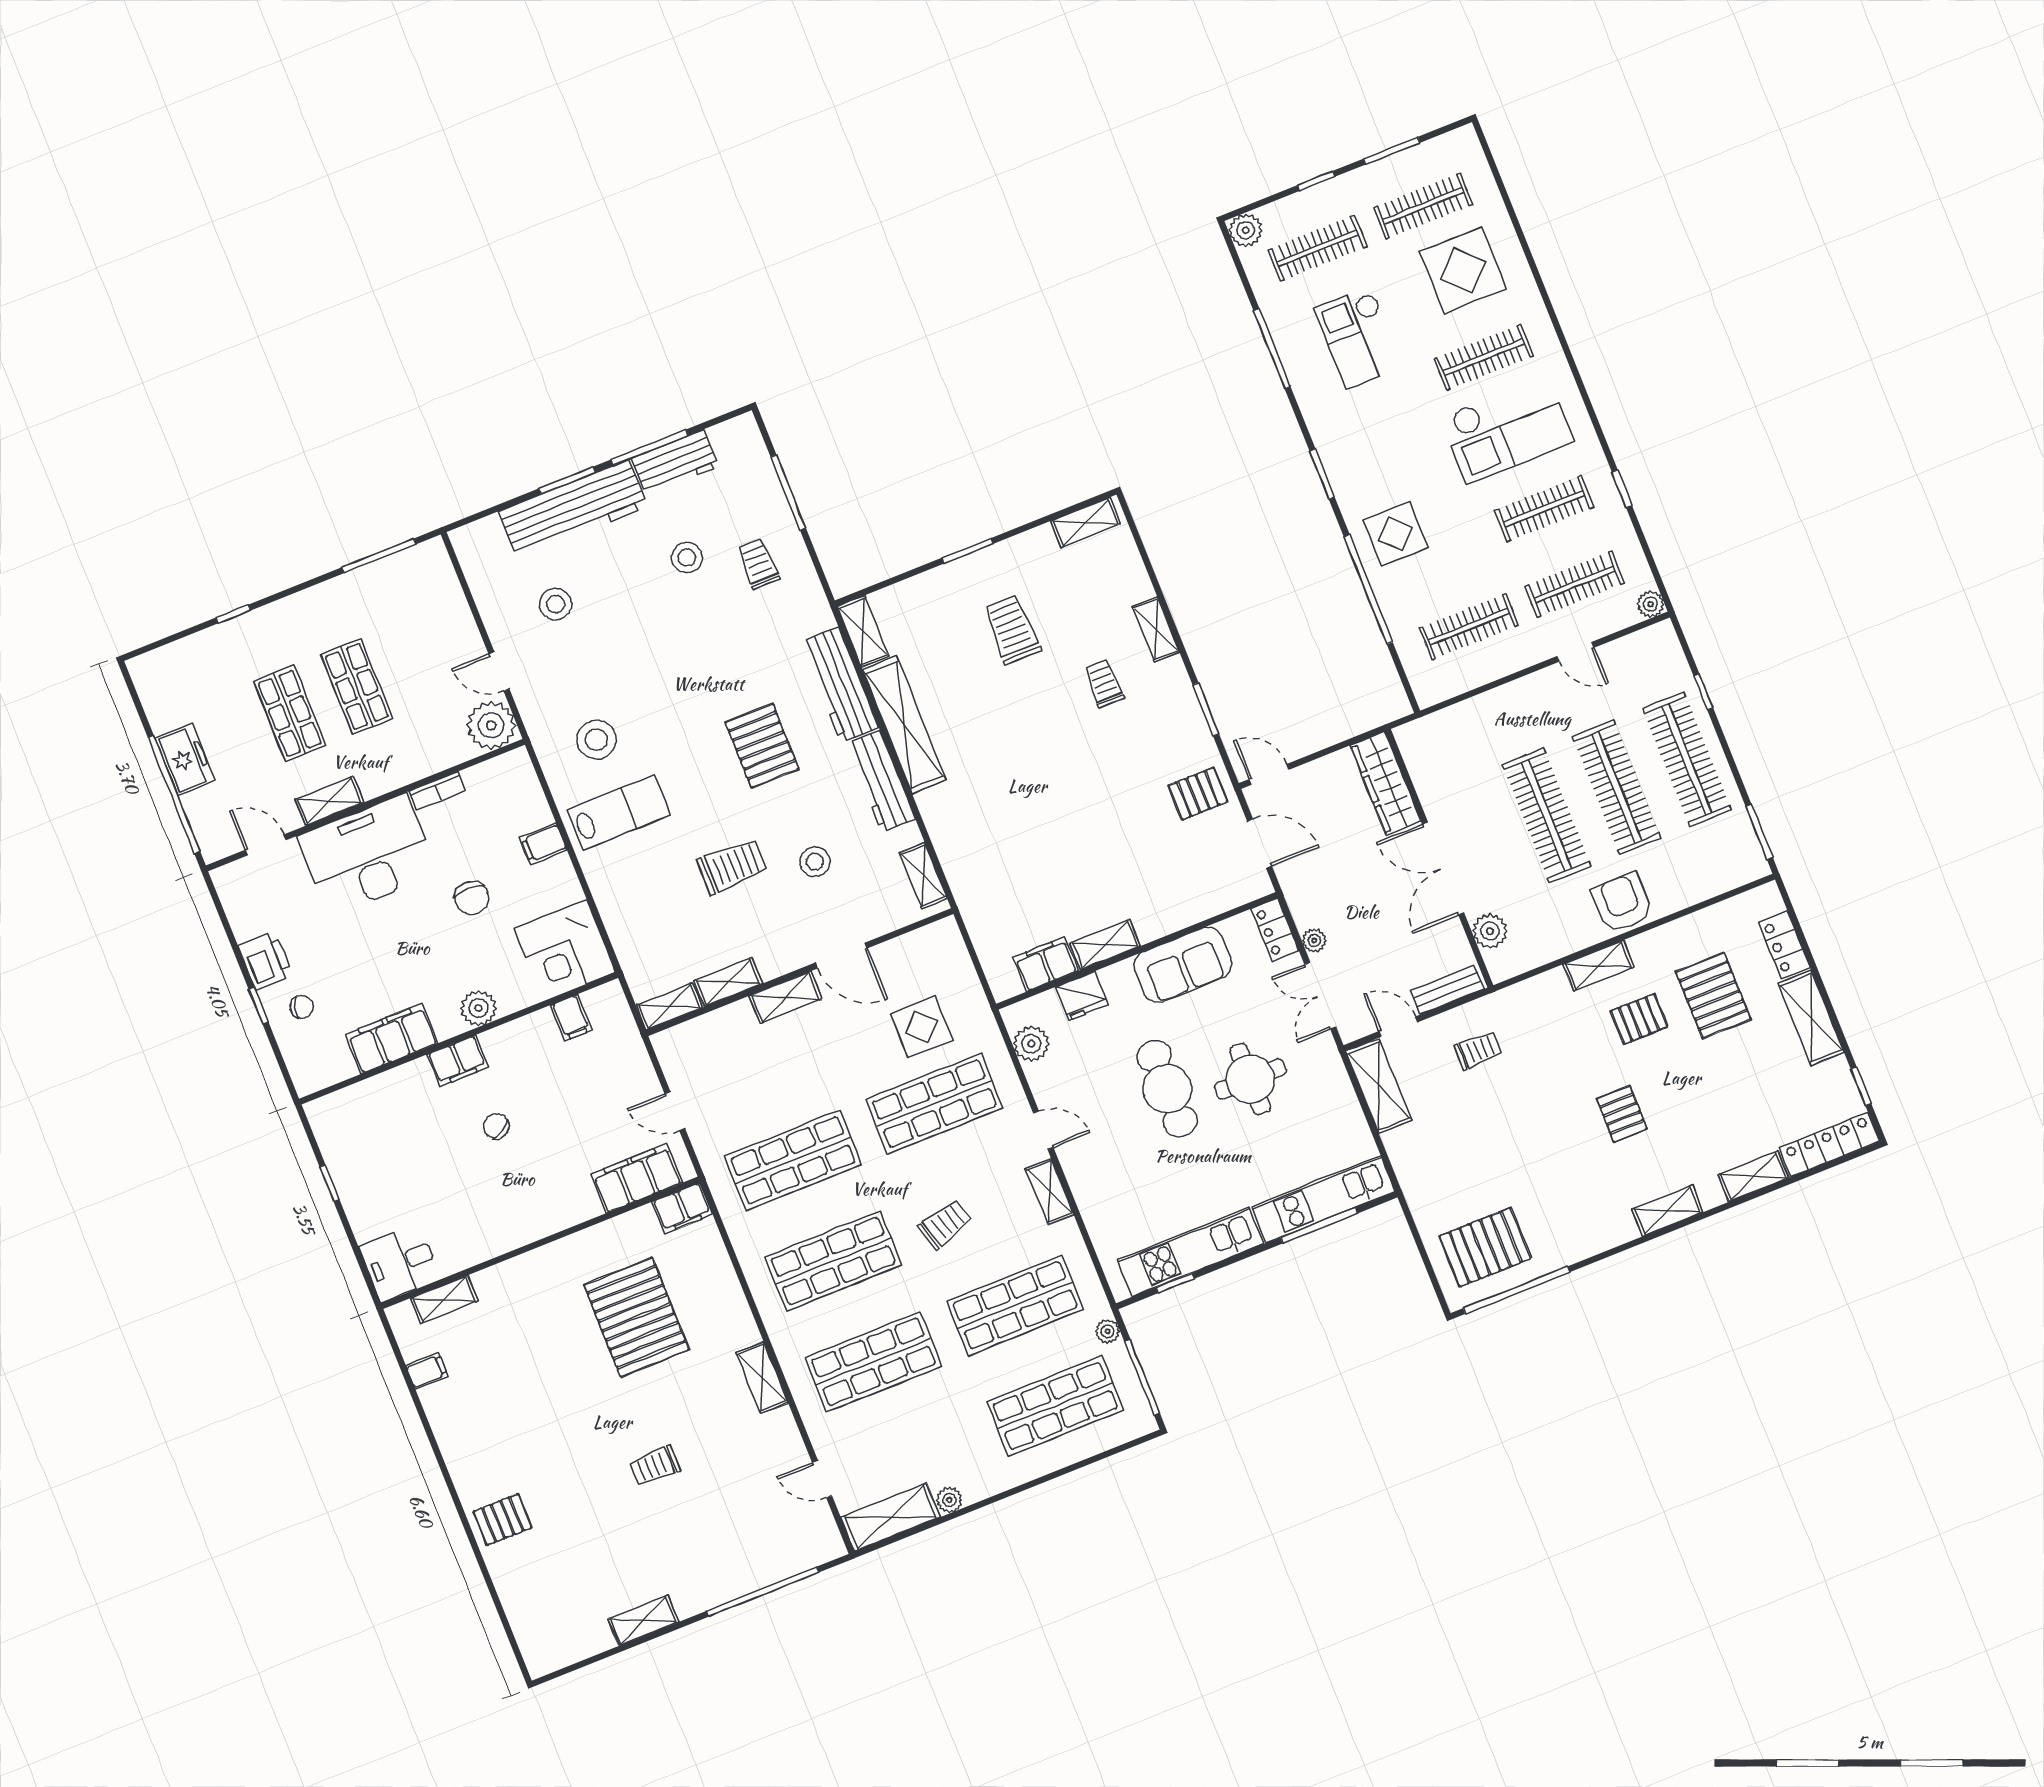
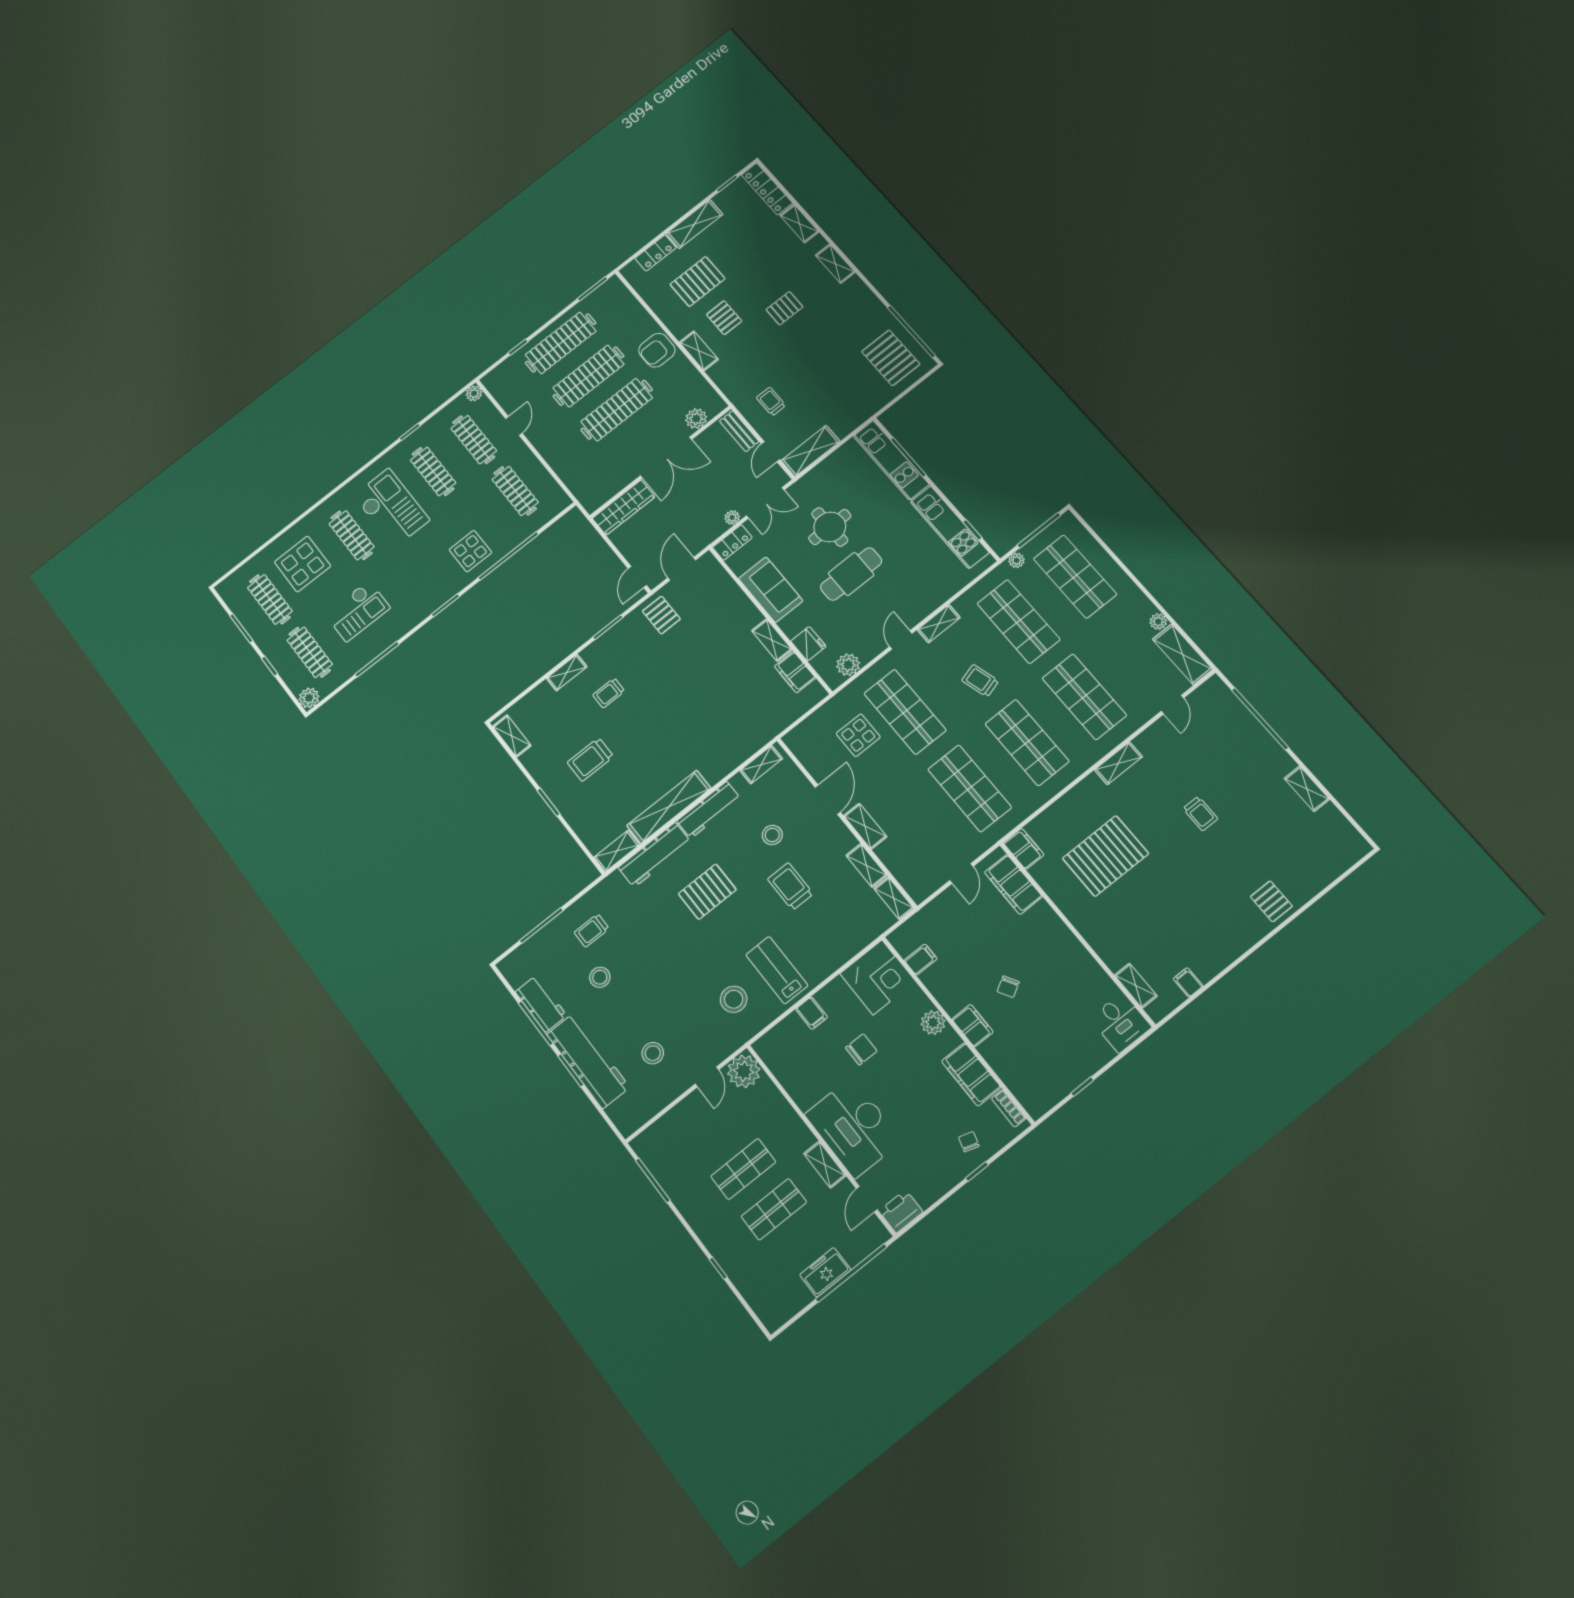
bookcase: (437, 791) -> (1009, 1108), moved, turned 180
printer: (265, 960) -> (901, 1211), moved

